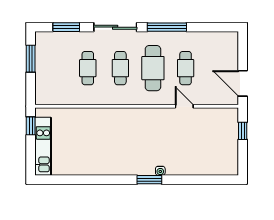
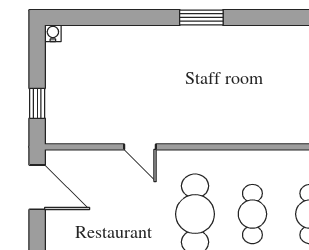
cafe table: (186, 68) -> (138, 214), removed
water cooler: (160, 171) -> (53, 33), moved

